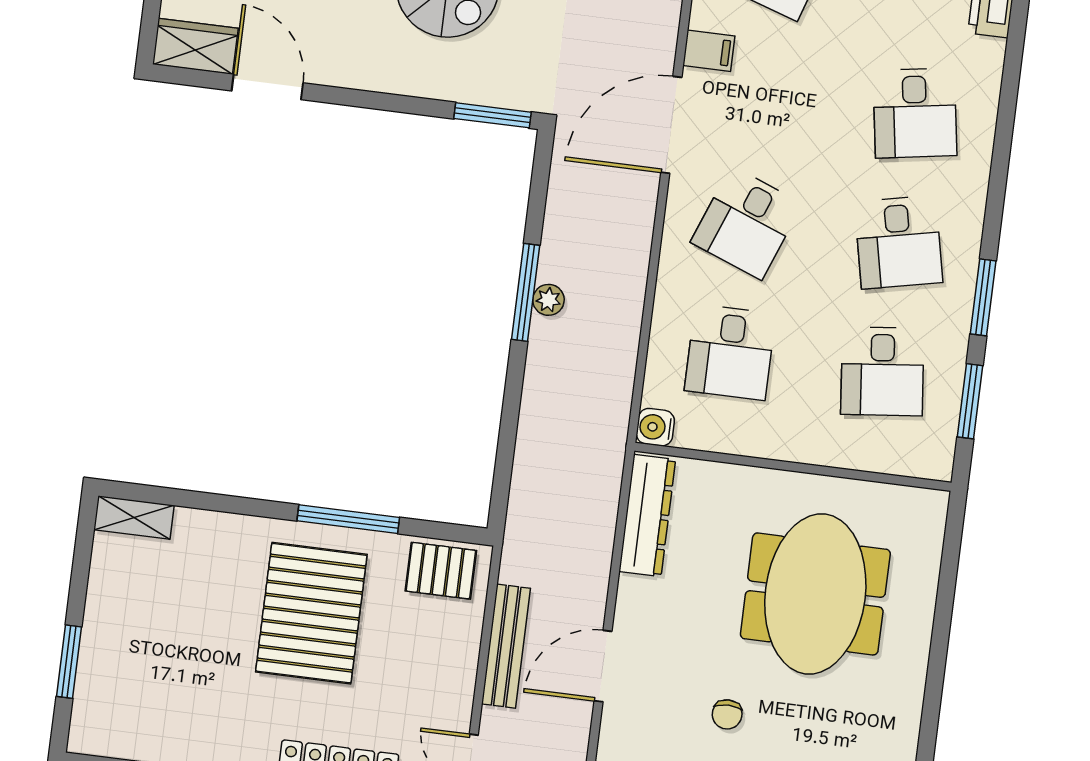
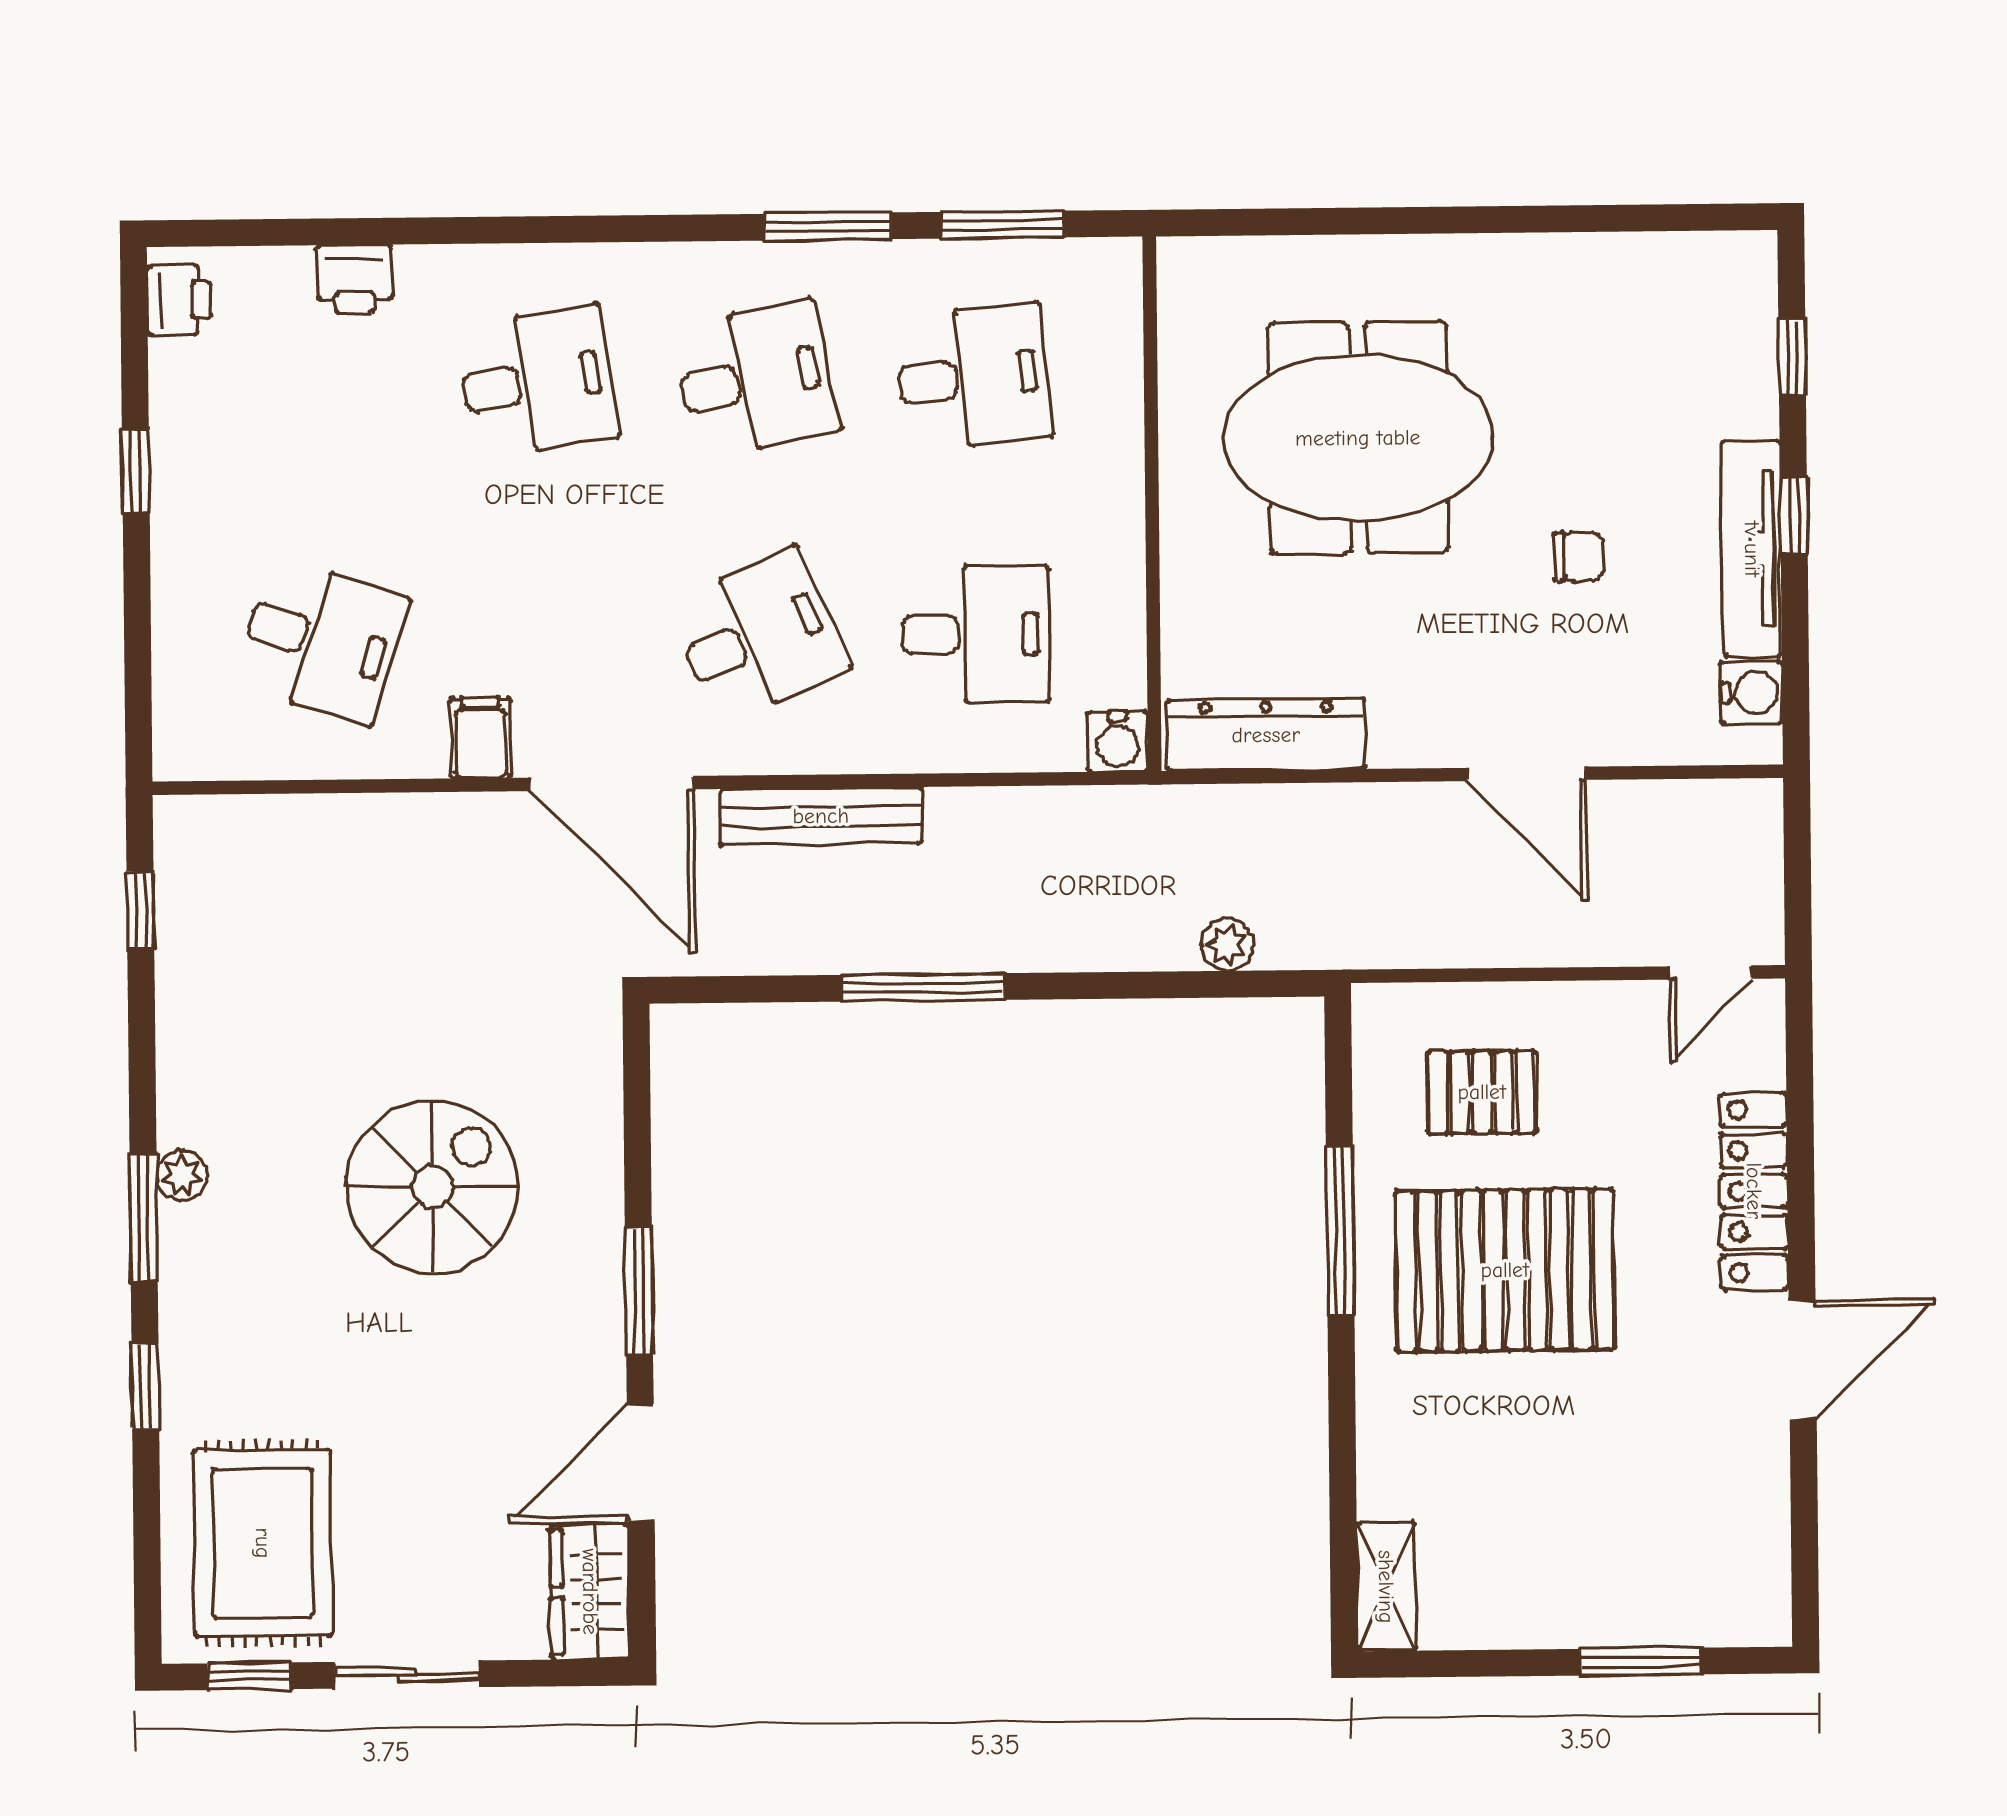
window: (493, 115) -> (639, 1291), moved
desk: (746, 223) -> (758, 637), turned -45
plant: (548, 300) -> (1227, 945), moved
pallet: (441, 571) -> (1482, 1092), moved, turned 90
bench: (506, 646) -> (821, 816), moved

